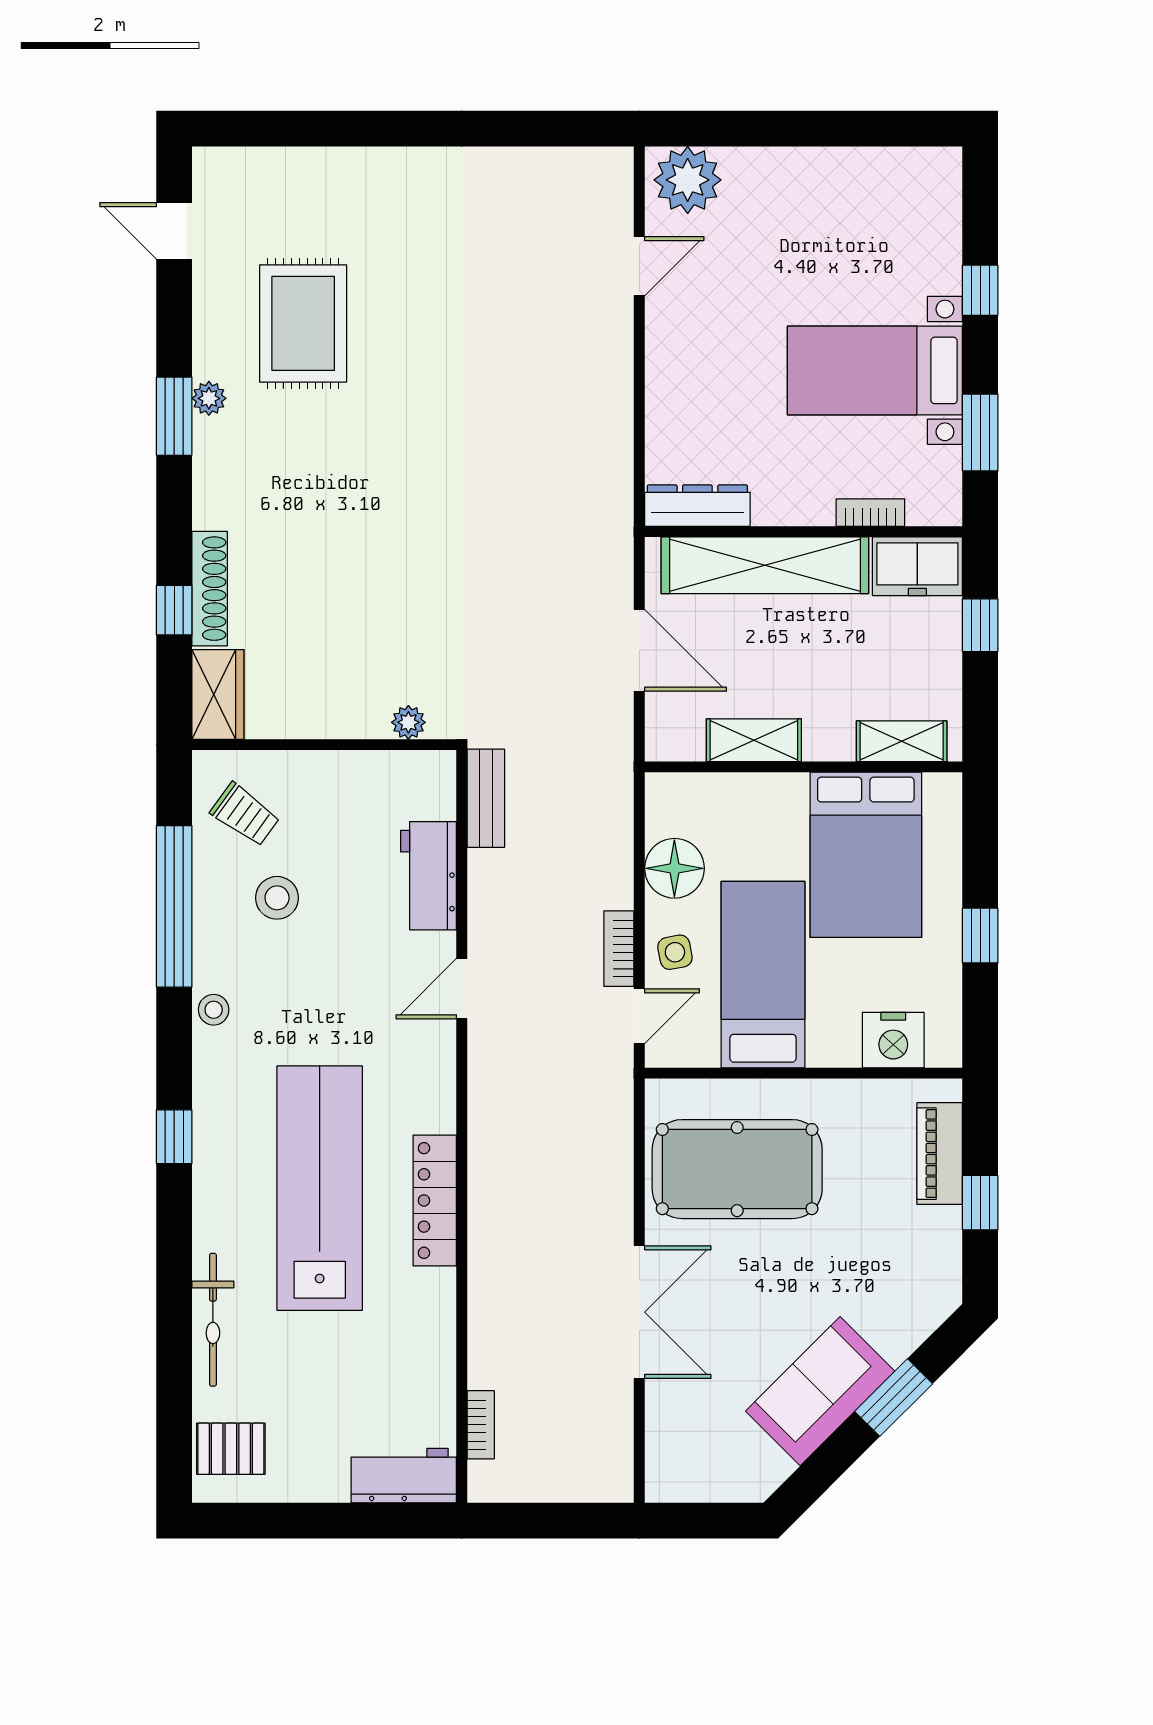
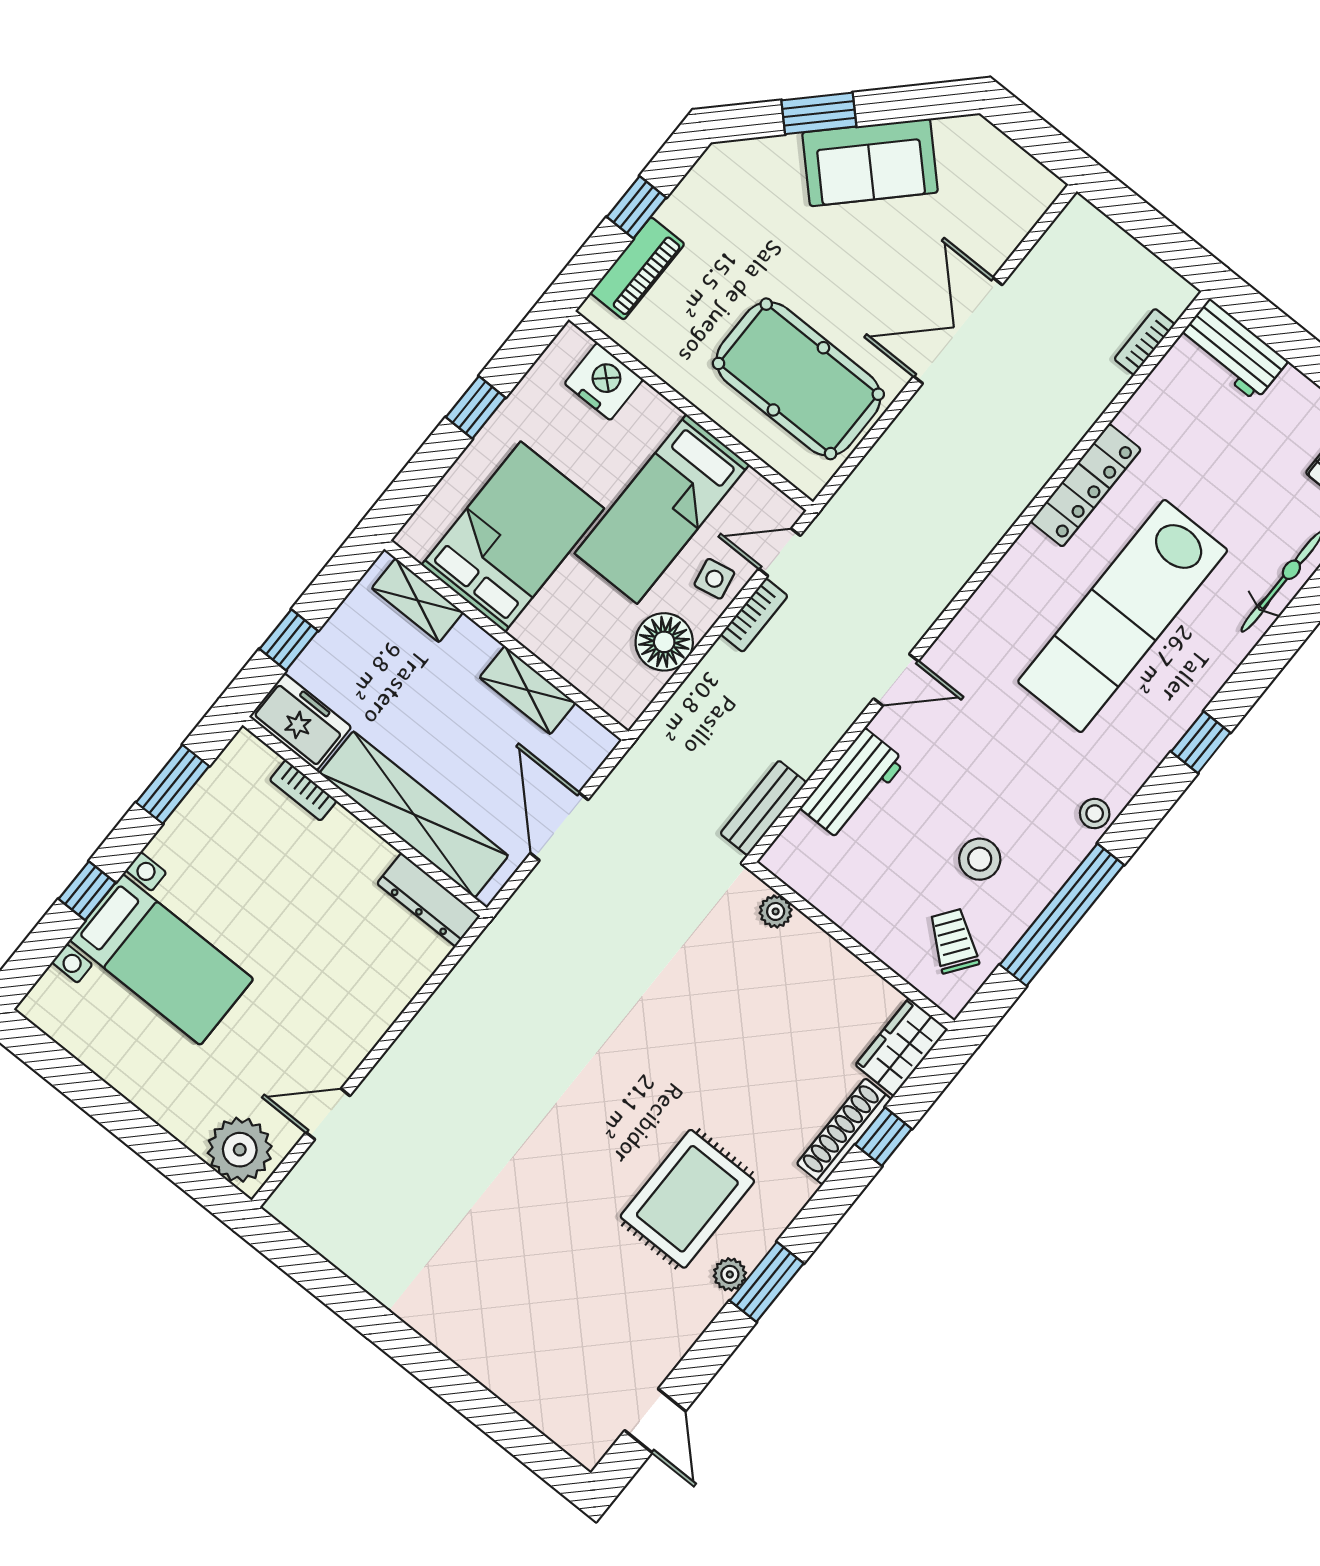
rug: (303, 323) -> (687, 1199), moved
bed with nightstands: (875, 370) -> (161, 960), moved
locker: (435, 1200) -> (1086, 485), moved

